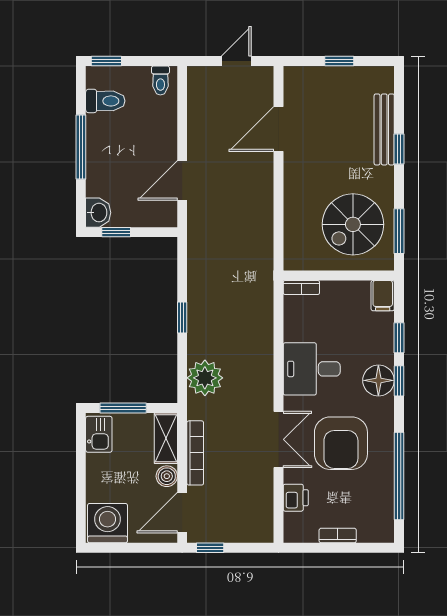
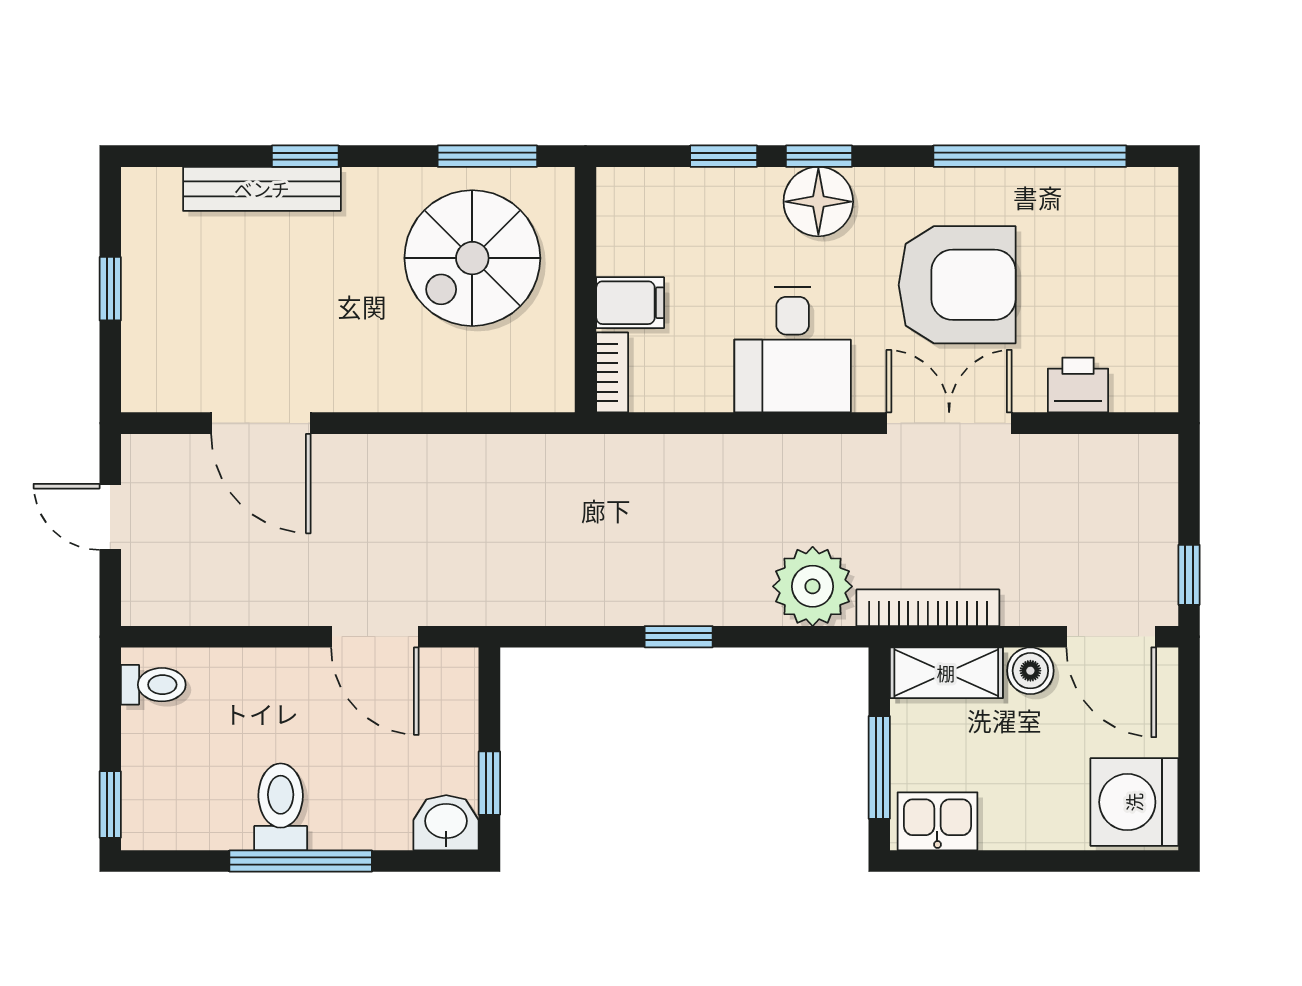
toilet: (105, 101) -> (281, 807), moved
spiral stairs: (353, 224) -> (472, 258), turned 90
filing cabinet: (383, 296) -> (630, 303), moved
bookcase: (195, 453) -> (928, 608), moved
bookcase: (338, 536) -> (1162, 292), removed

